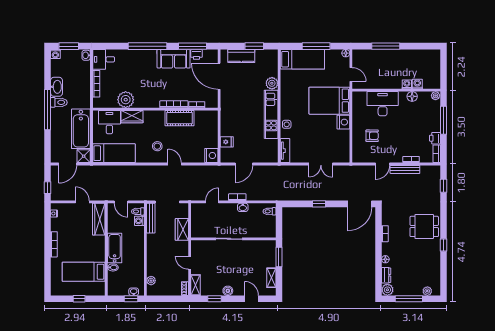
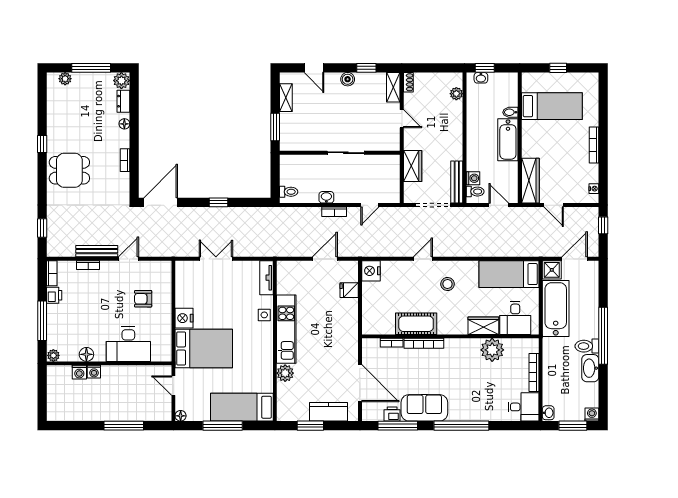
door: (175, 164) -> (423, 259), swing flipped

